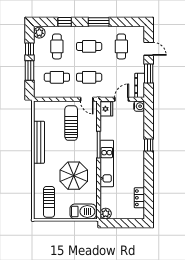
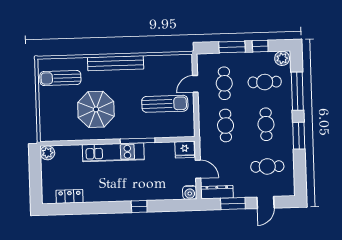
window: (65, 22) -> (297, 91), width x2.17
door: (87, 99) -> (195, 84), moved
bench: (39, 142) -> (116, 63), moved
barbecue: (83, 211) -> (49, 123), removed

